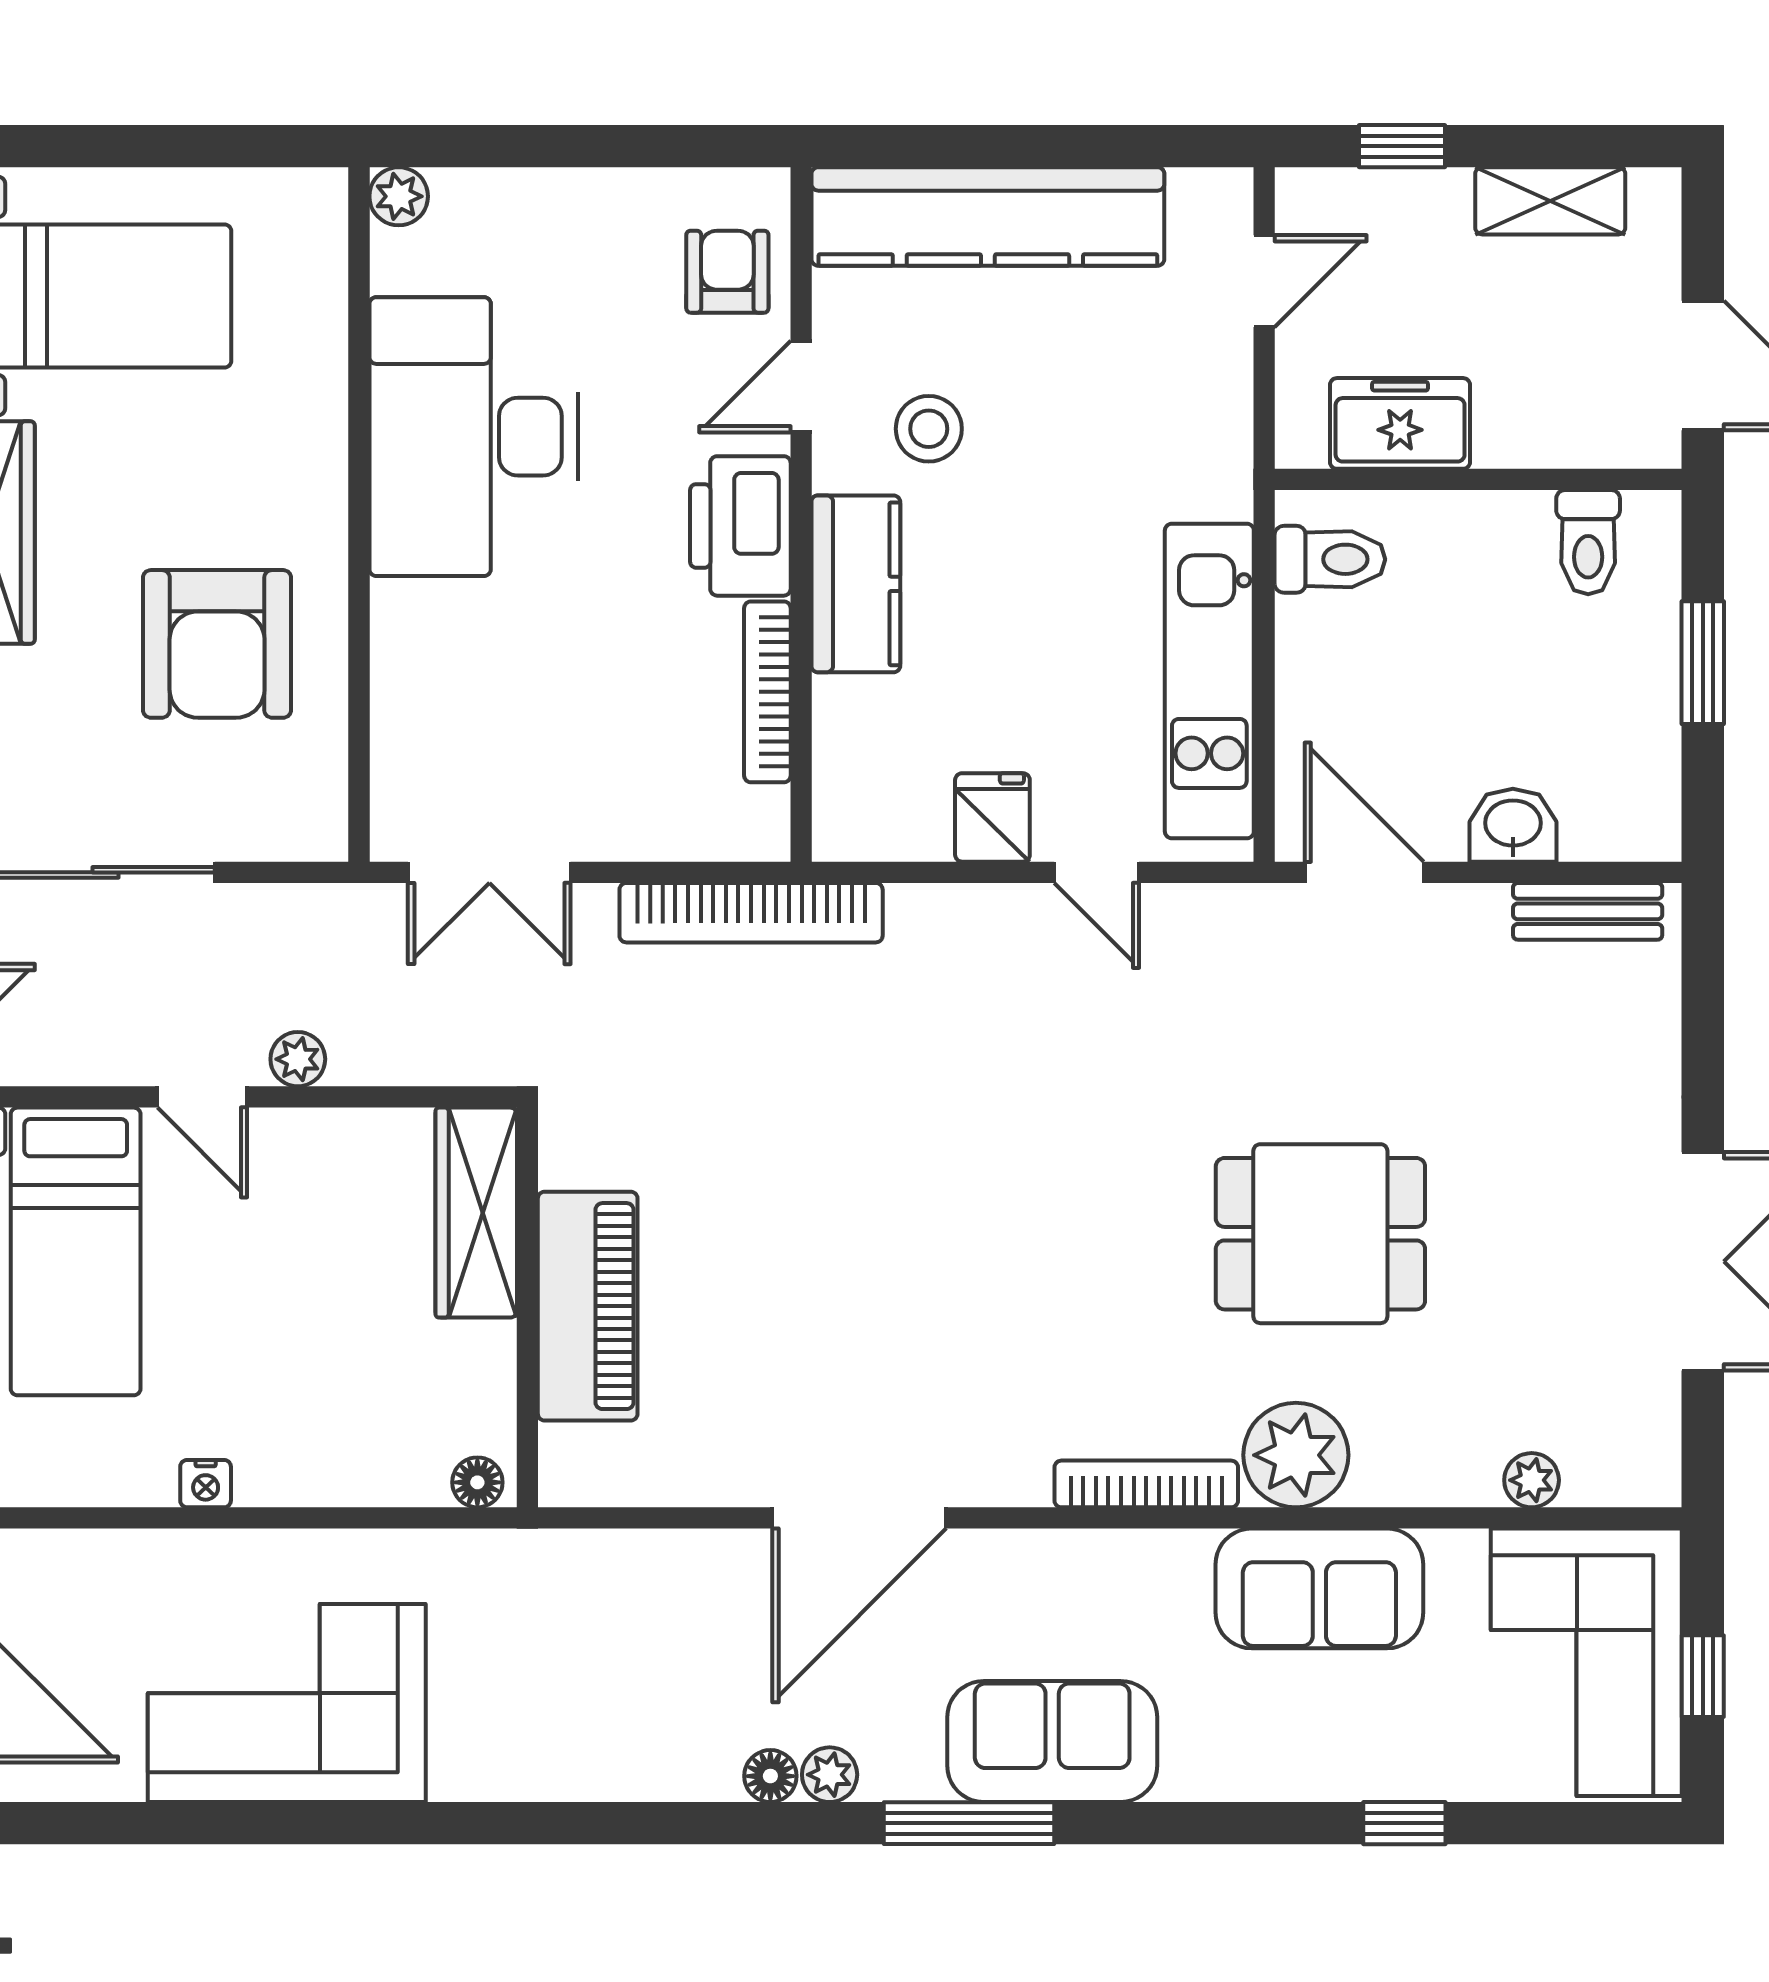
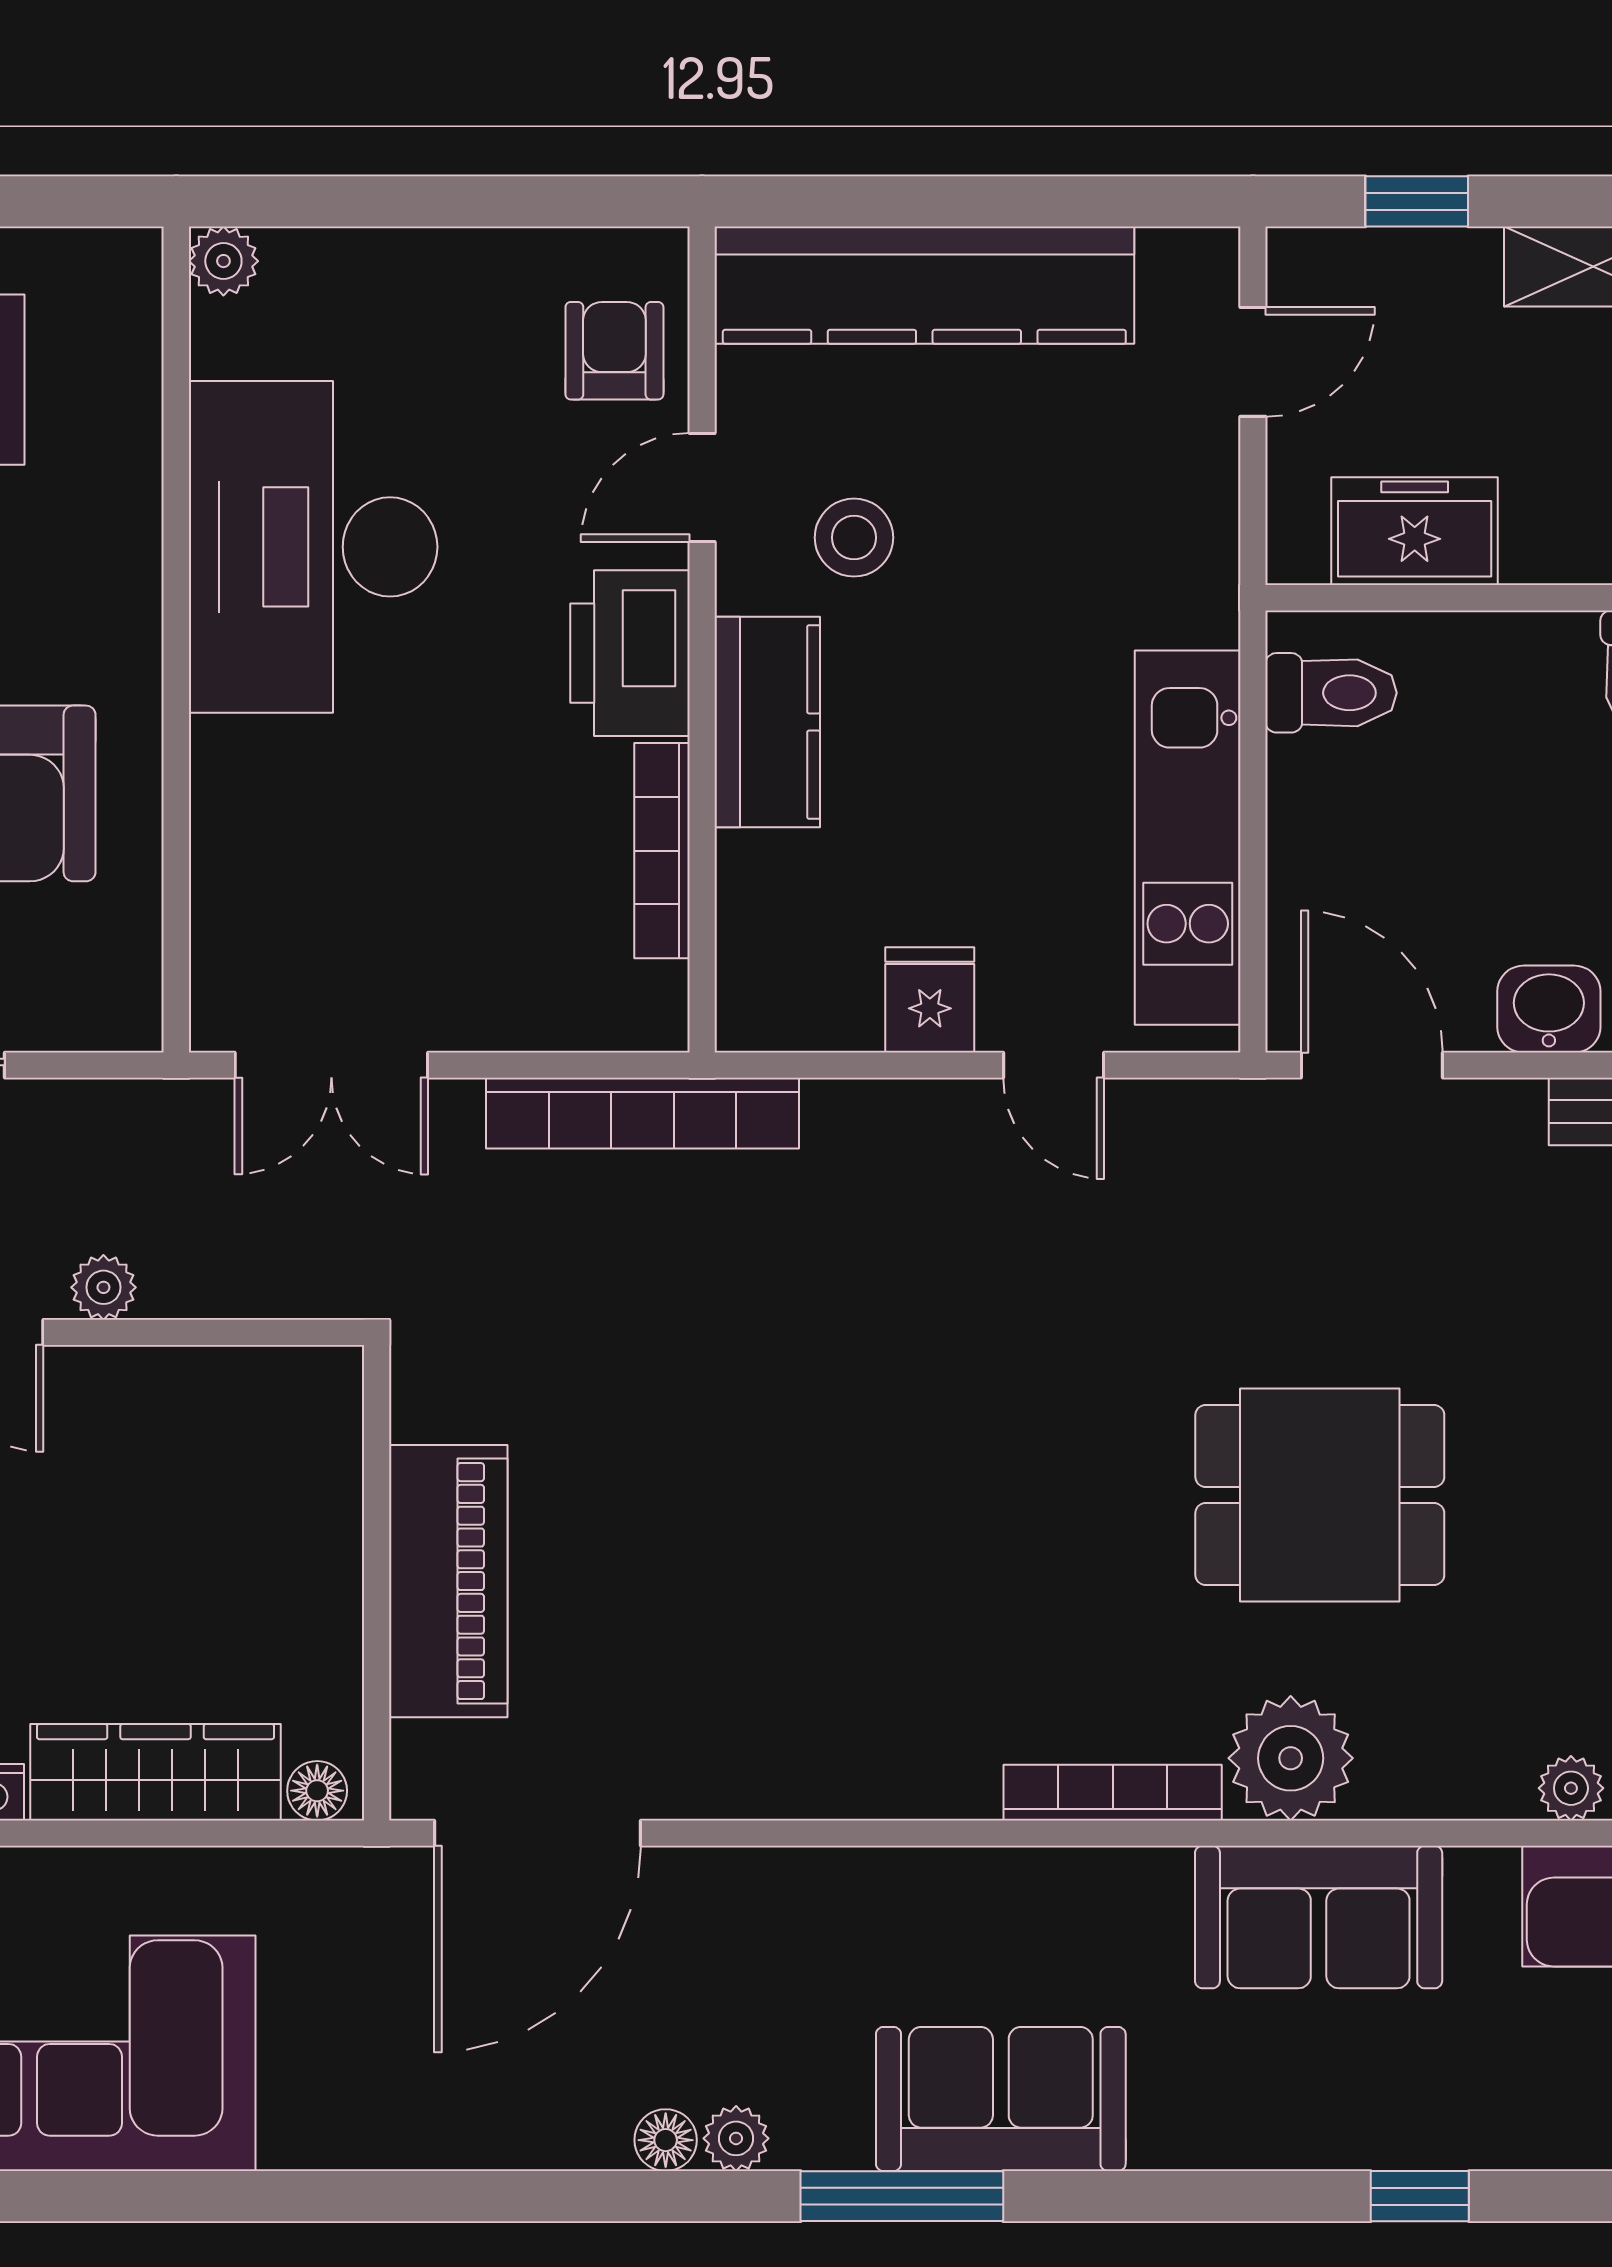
wardrobe: (476, 1213) -> (156, 1772), moved, turned 90
door: (859, 1518) -> (537, 1833), moved

